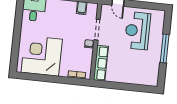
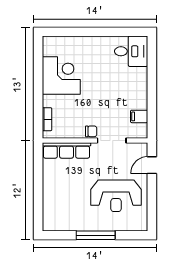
reception desk: (138, 31) -> (116, 196), turned 180
corner desk: (42, 56) -> (61, 76), width x0.74, depth x0.74

